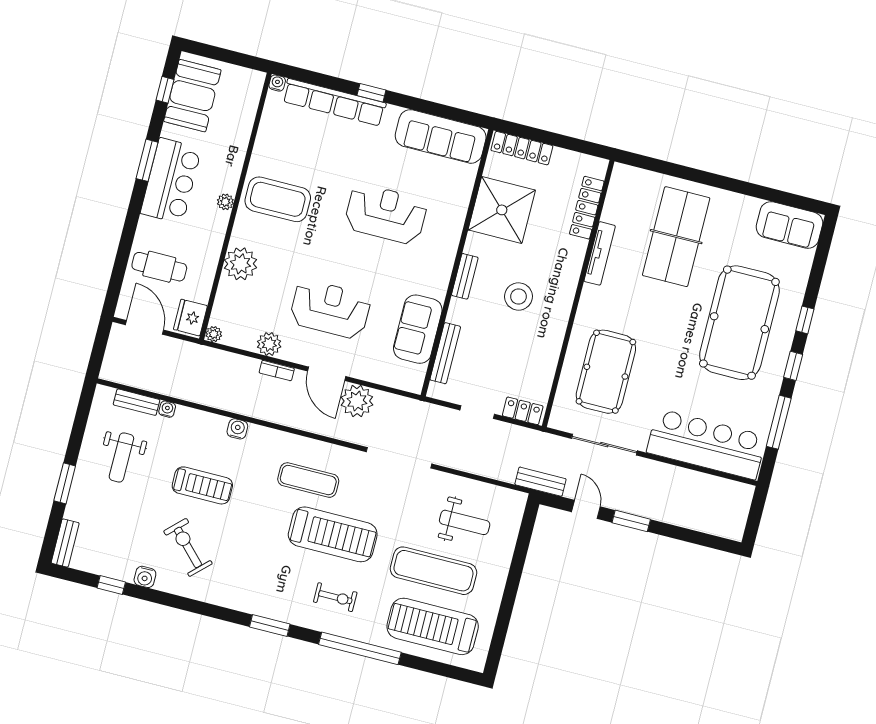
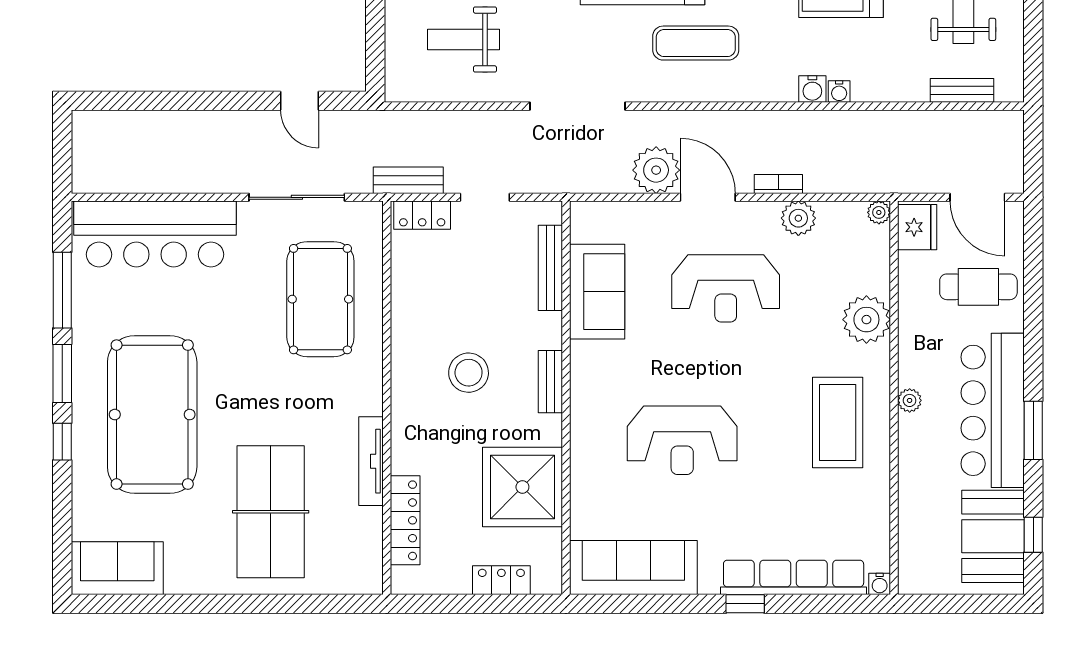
locker: (522, 148) -> (501, 580), width x0.66
bar counter: (171, 181) -> (993, 410), width x1.36
coffee table: (278, 199) -> (838, 422), turned 90
window: (793, 366) -> (62, 374), width x1.50
water cooler: (167, 409) -> (839, 92), moved
bench: (540, 482) -> (408, 180), moved
window: (631, 521) -> (232, 101), removed

